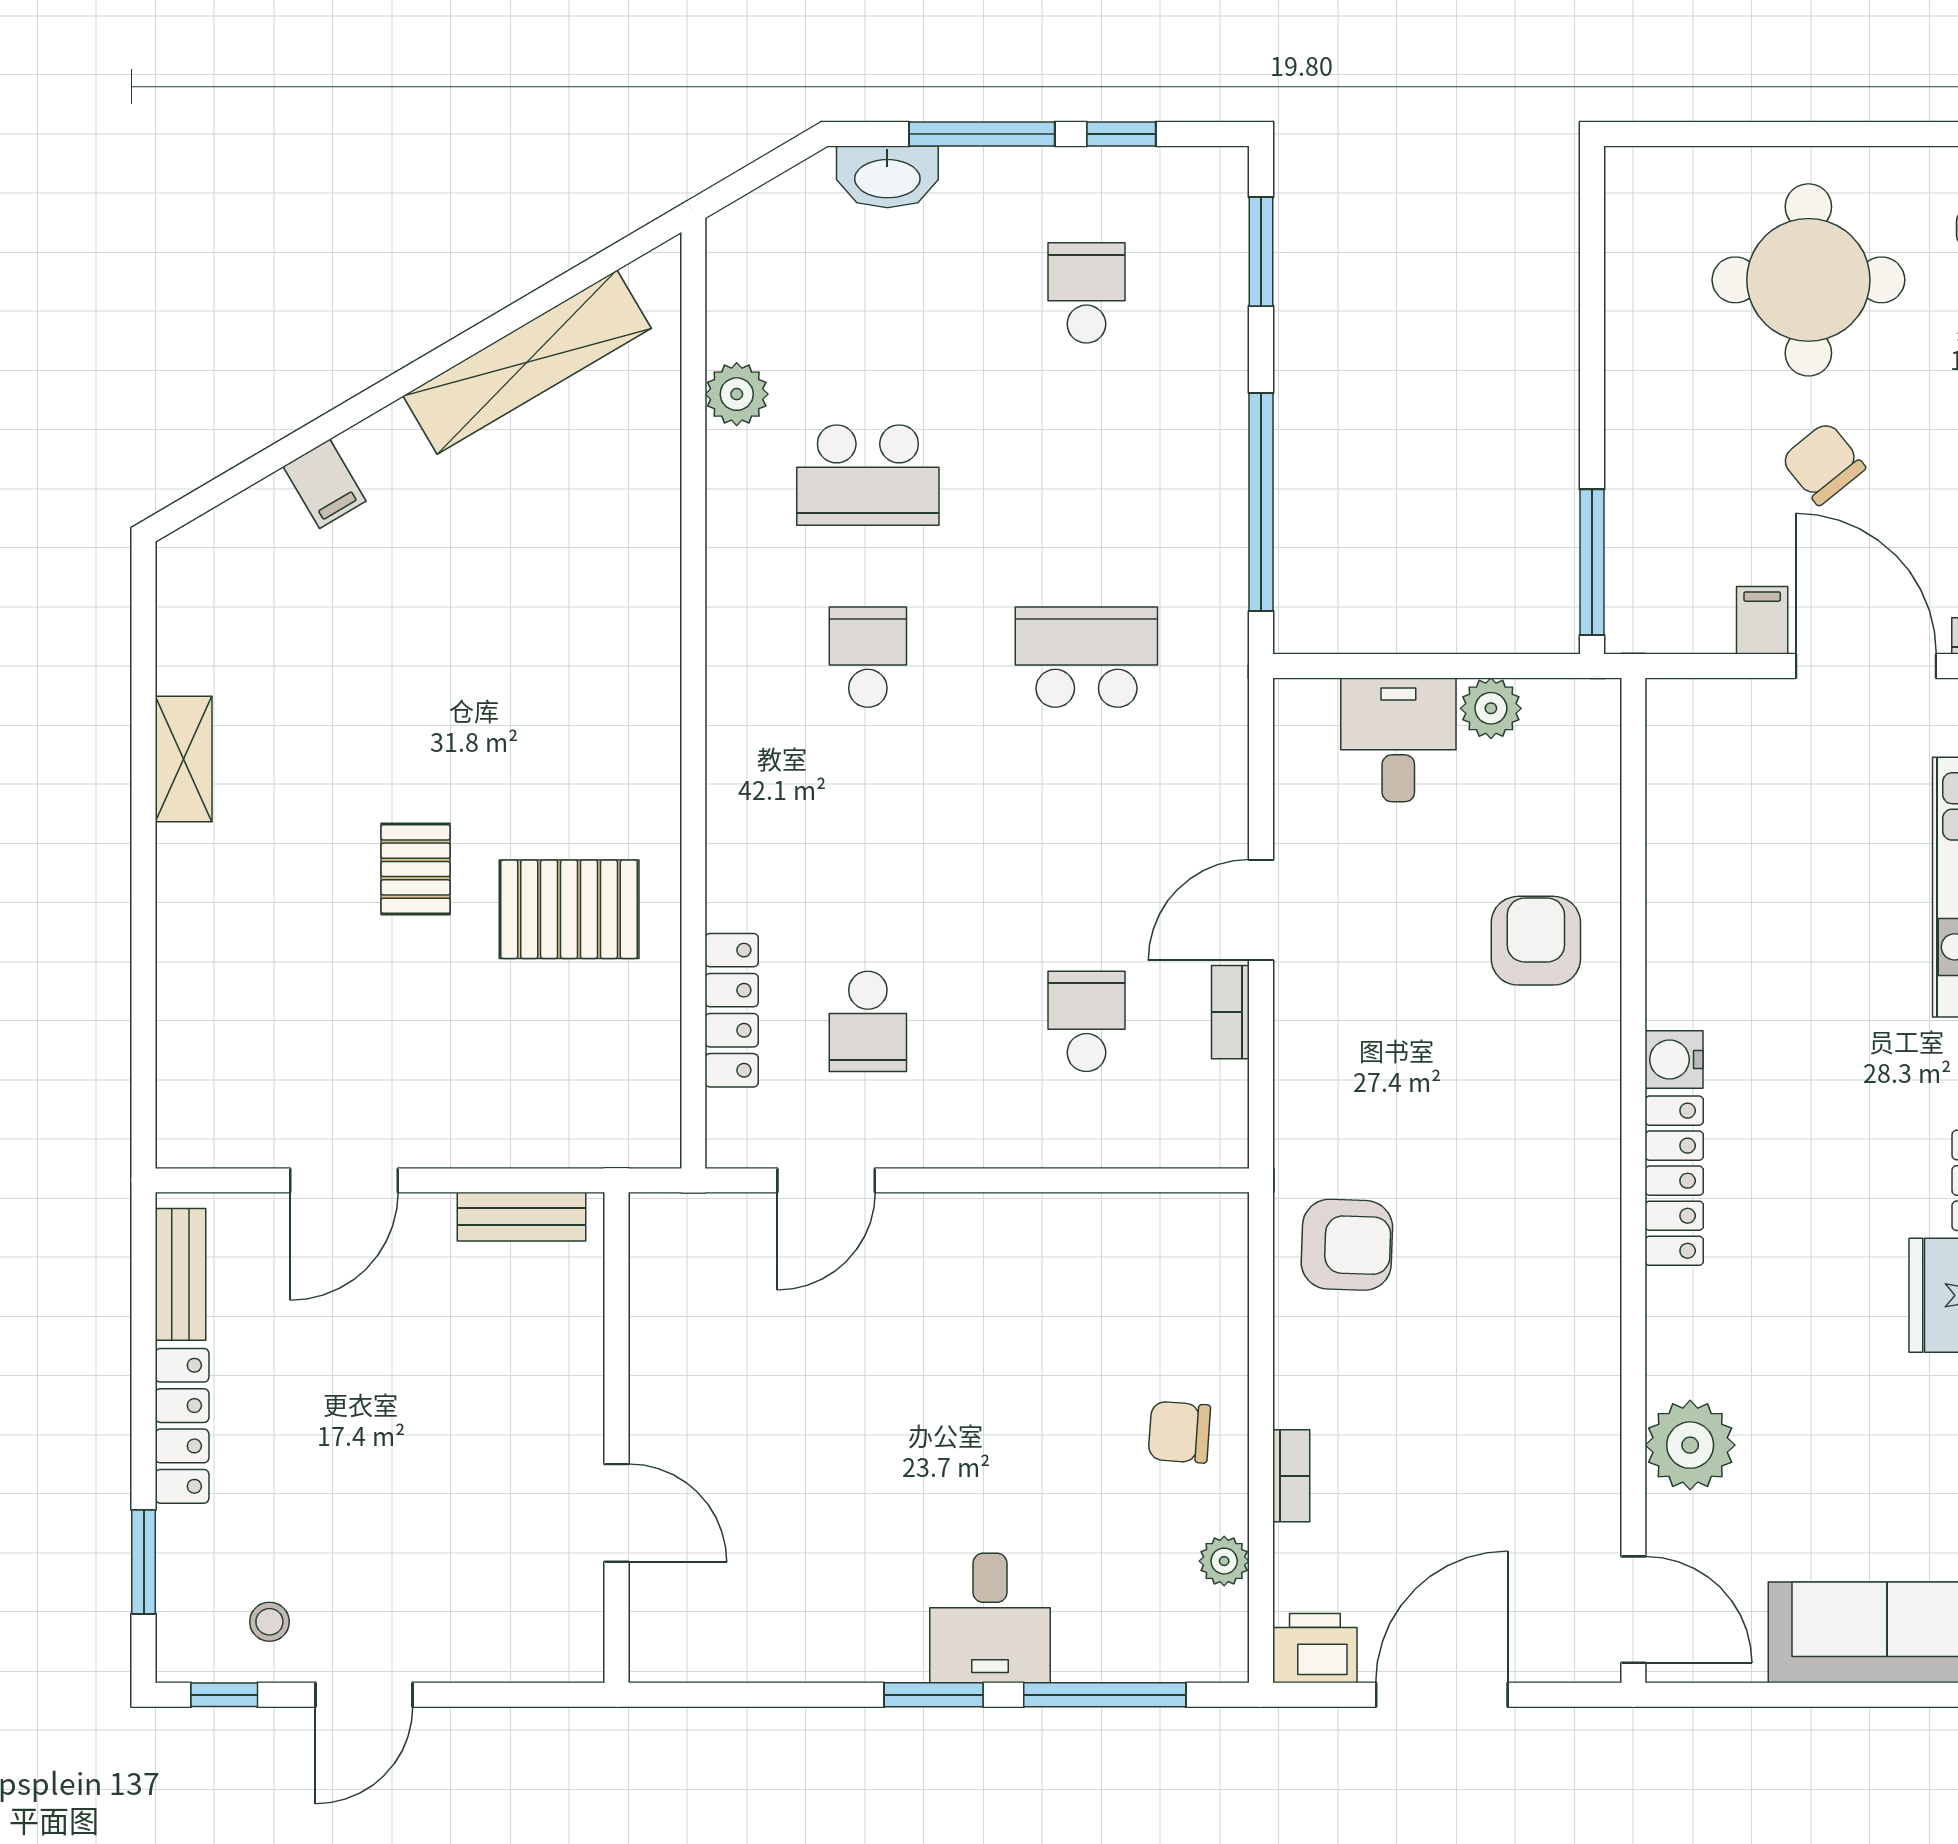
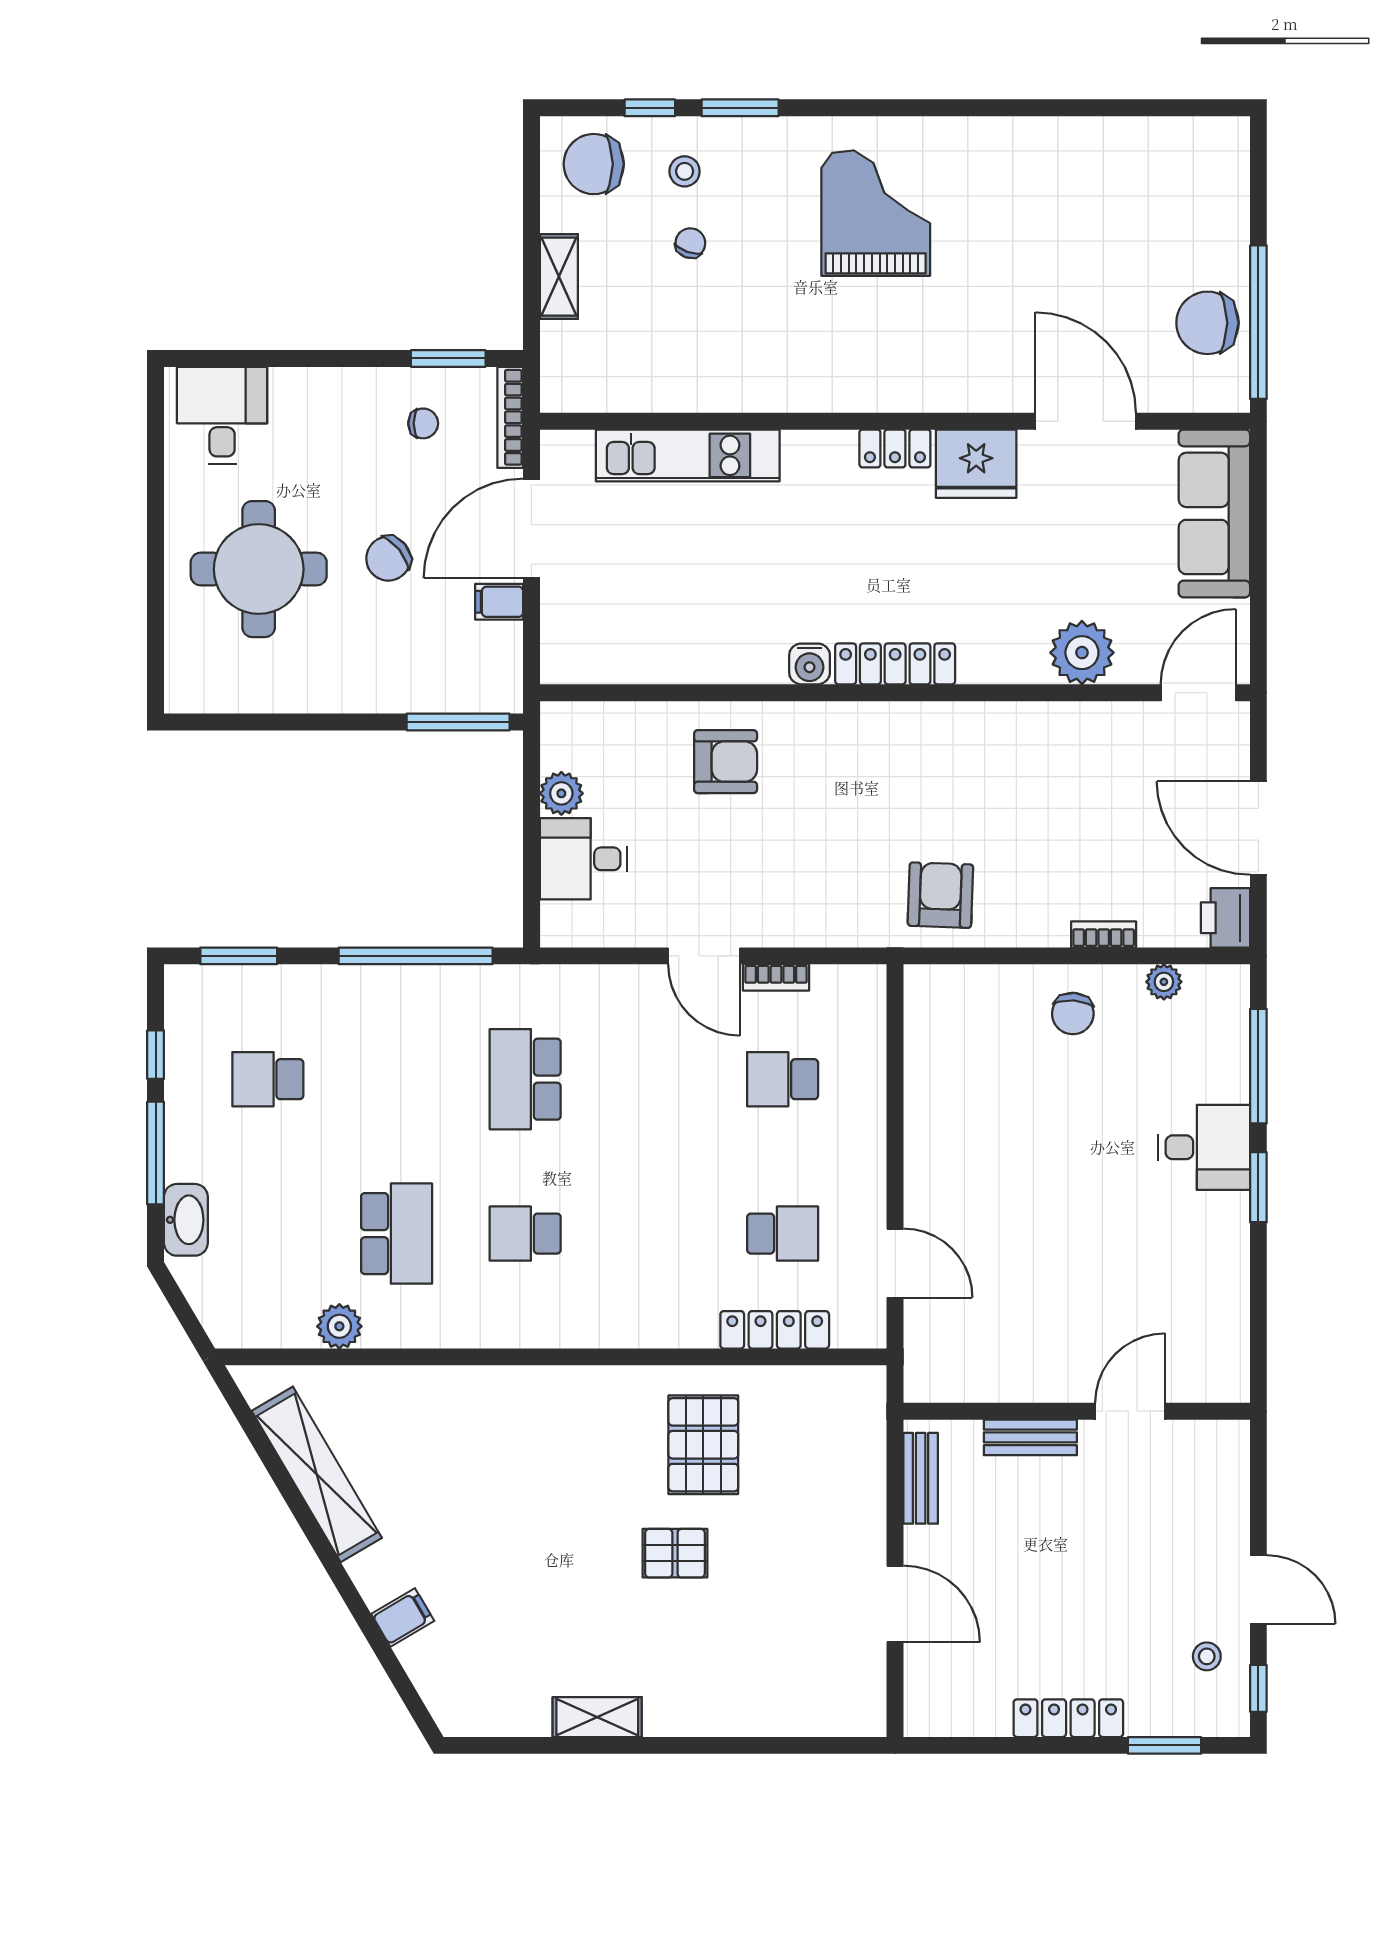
armchair: (1536, 941) -> (726, 762), turned 180
bench: (181, 1274) -> (1030, 1437), moved

